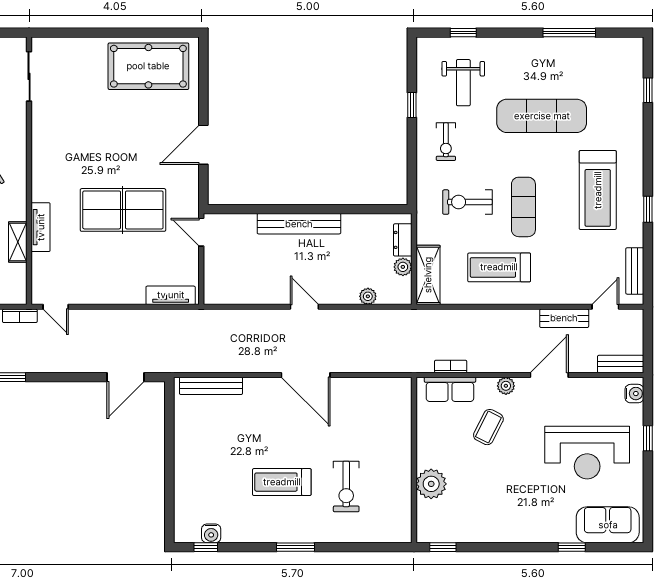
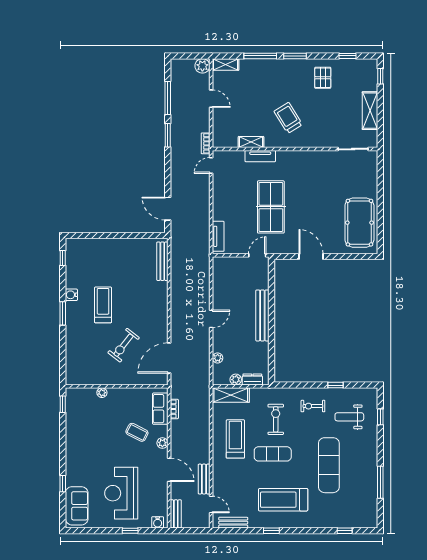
door: (306, 375) -> (169, 358), moved
plant: (431, 484) -> (102, 393), width x0.53, depth x0.53
exercise bike: (346, 486) -> (124, 345), moved, turned -52
water cooler: (211, 533) -> (71, 295), moved

